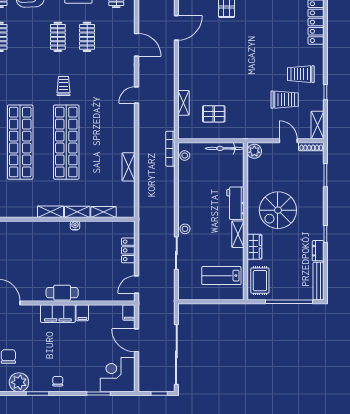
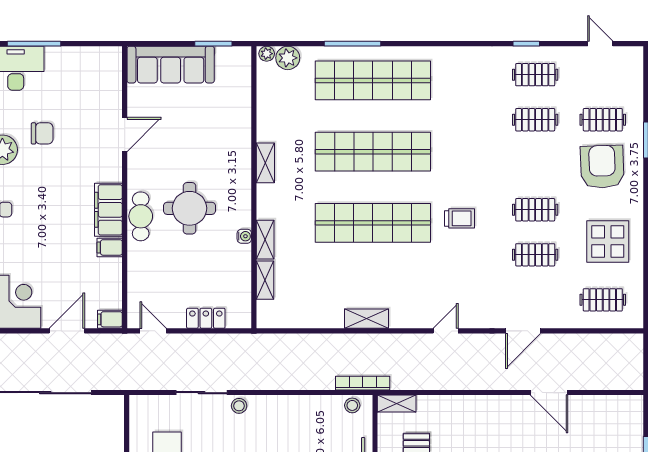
door: (136, 95) -> (446, 331), hinge flipped
shelving: (184, 103) -> (397, 404), moved
shelving: (128, 167) -> (366, 319), moved
shelving: (50, 212) -> (265, 163), moved
round table: (57, 261) -> (189, 208), added

